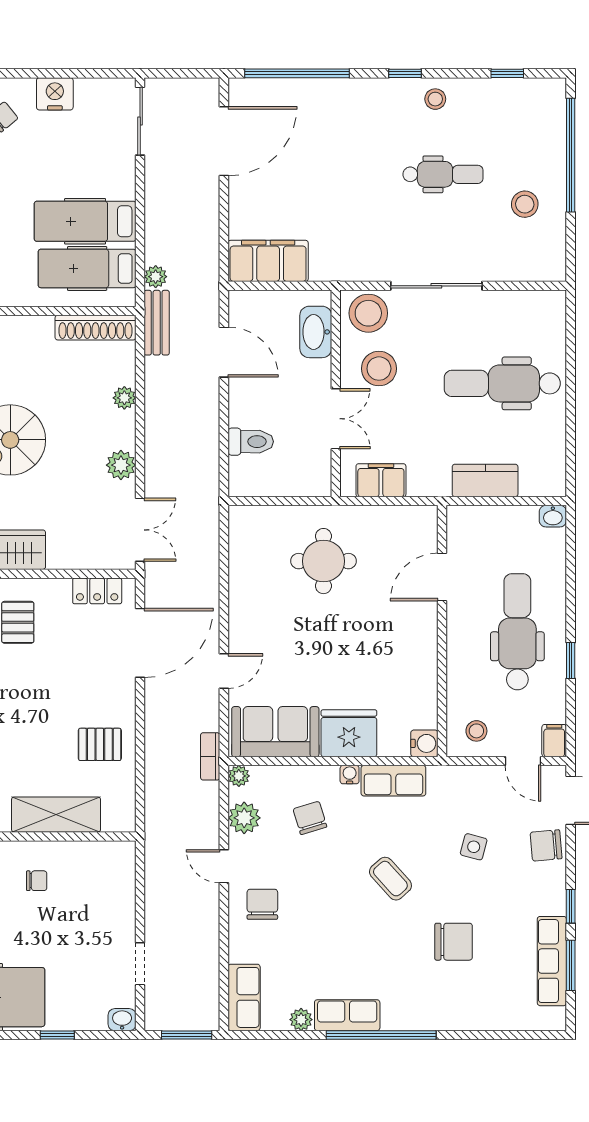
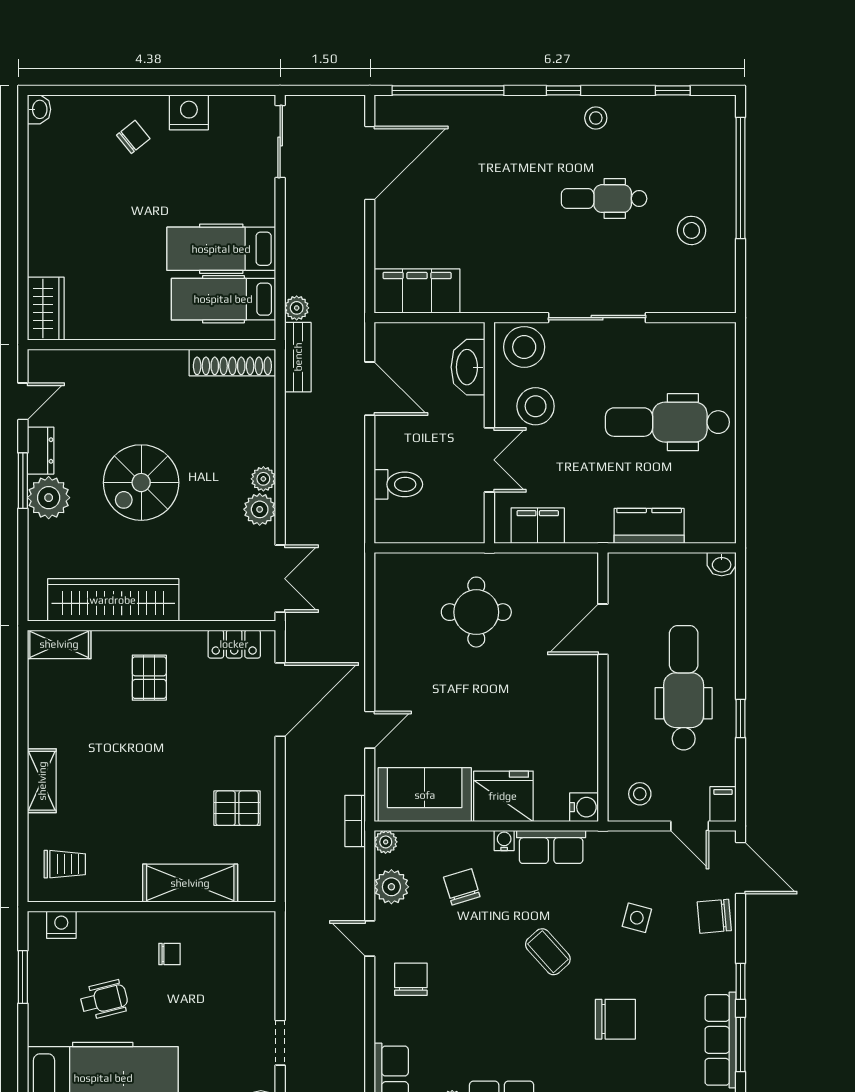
dental chair: (443, 174) -> (604, 199), turned 180
plant: (124, 398) -> (263, 479), moved

